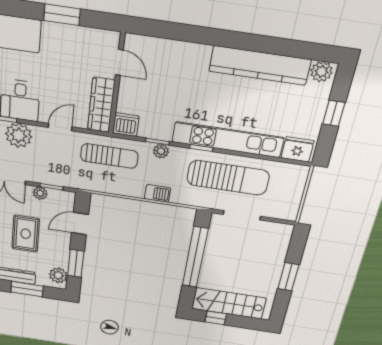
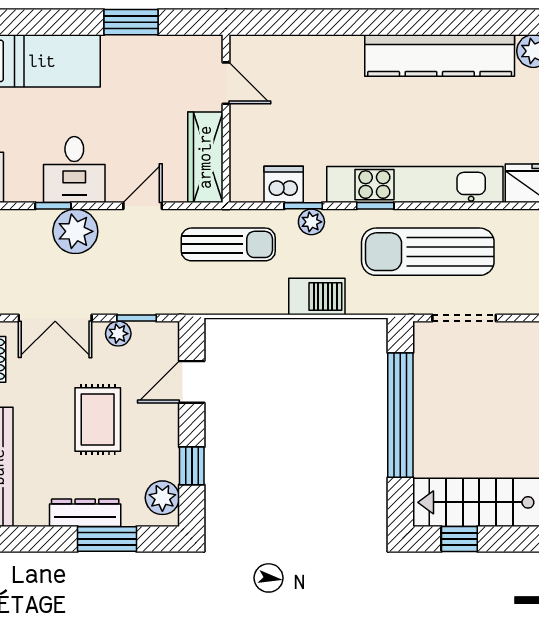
dishwasher: (126, 125) -> (284, 184), moved
sun lounger: (228, 178) -> (428, 252), turned 180
barbecue: (157, 193) -> (317, 297), width x1.38, depth x1.27
window: (76, 263) -> (192, 466), width x0.67

